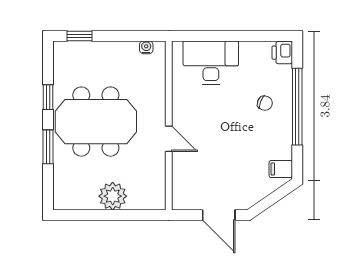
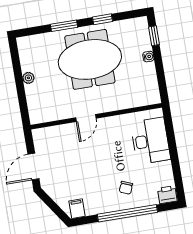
water cooler: (146, 47) -> (148, 57), moved
meeting table: (96, 122) -> (90, 59), turned 90
plant: (113, 196) -> (28, 78), width x0.53, depth x0.53

